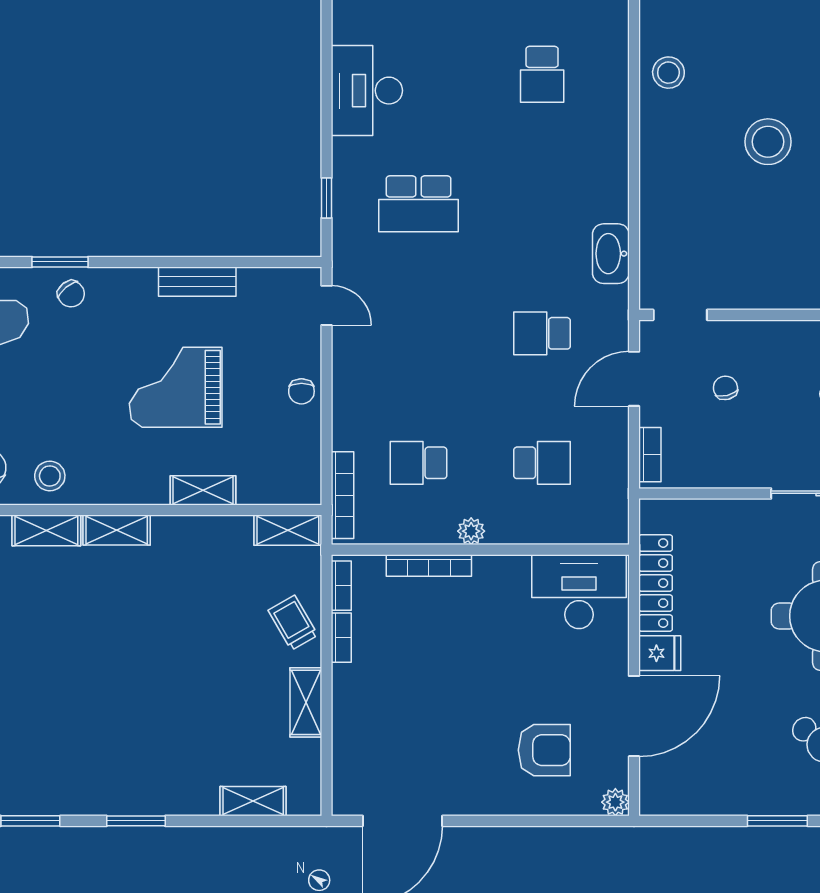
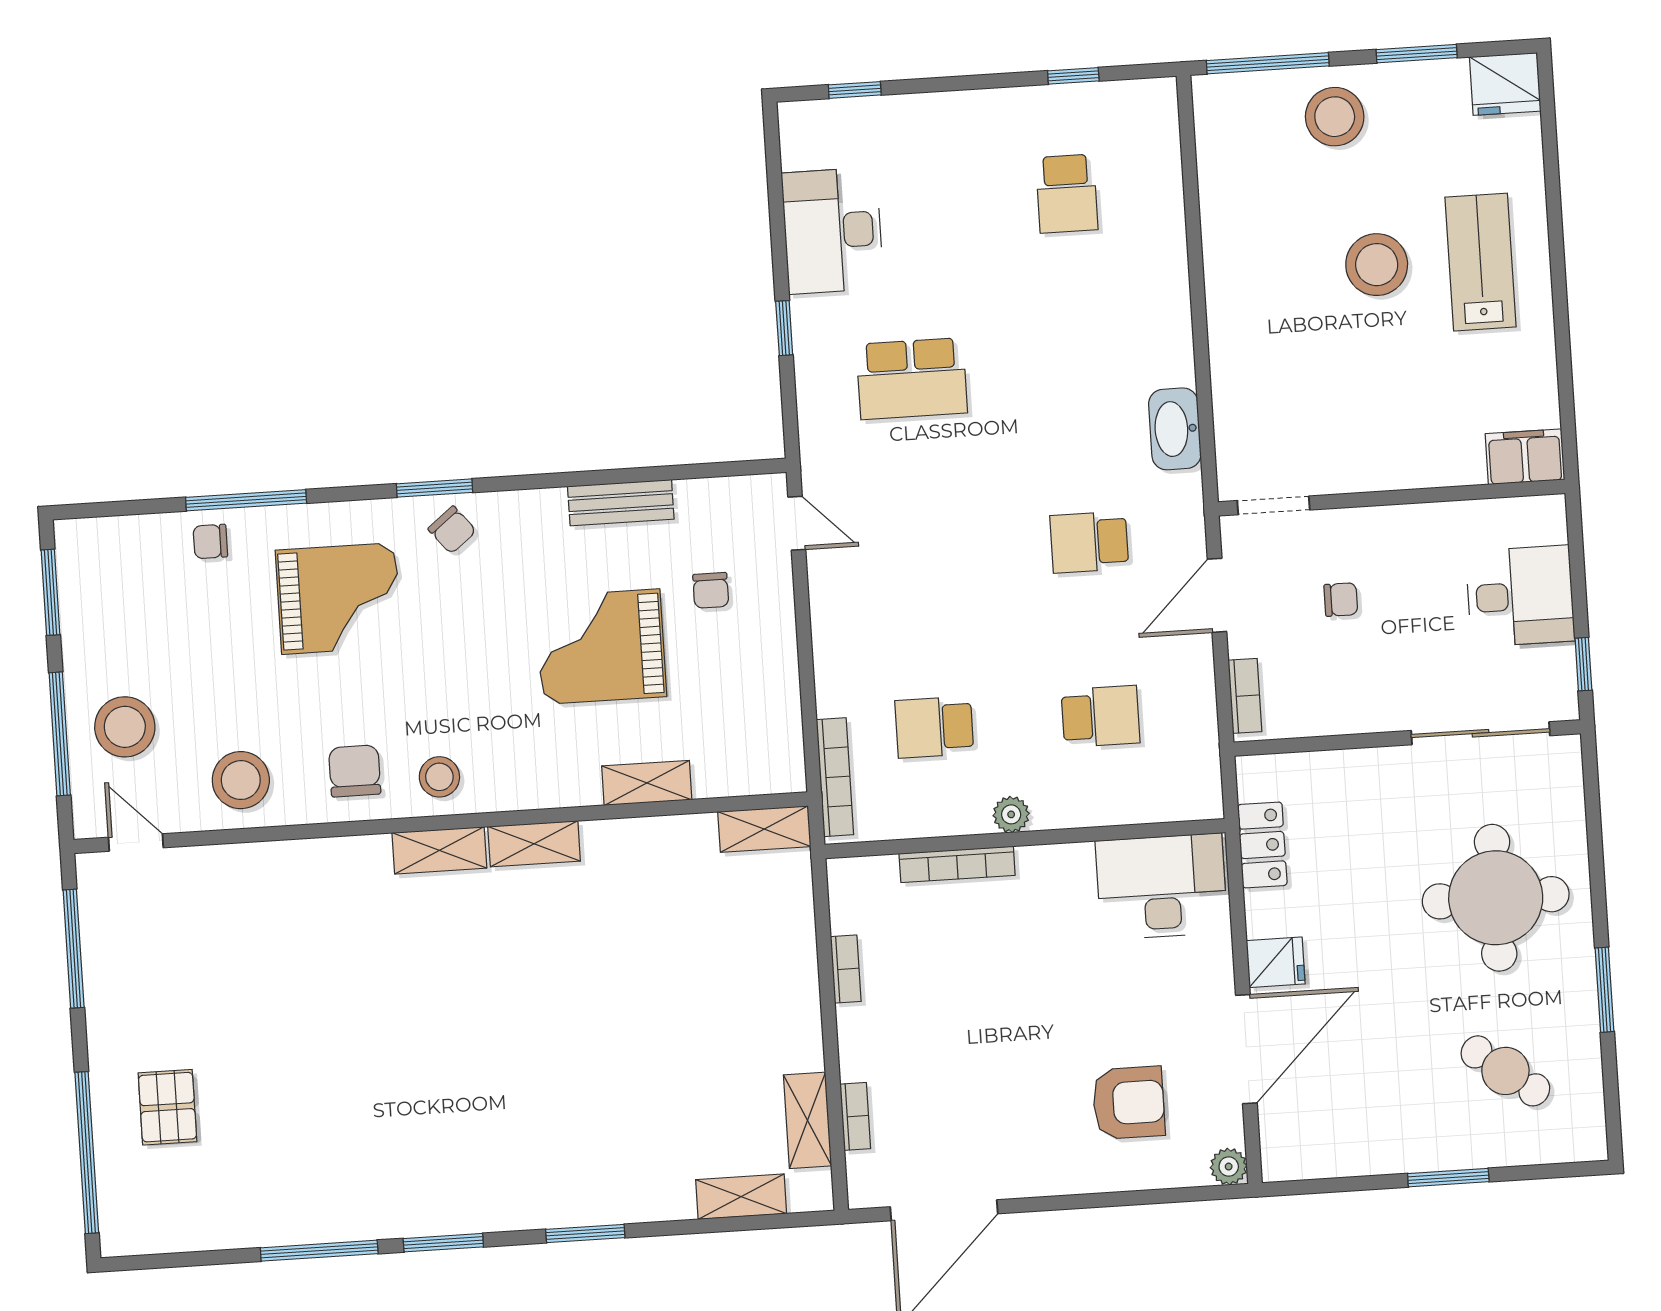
stool: (668, 73) -> (1335, 117), moved, width x1.38, depth x1.38
window: (326, 198) -> (784, 328), moved
chair: (725, 388) -> (1341, 600), turned 104
chair: (301, 391) -> (711, 590), moved
locker: (656, 583) -> (1262, 845), width x0.66
bookcase: (341, 586) -> (855, 1116), moved
trolley: (293, 623) -> (779, 953), removed
shelving: (306, 702) -> (808, 1120), moved

